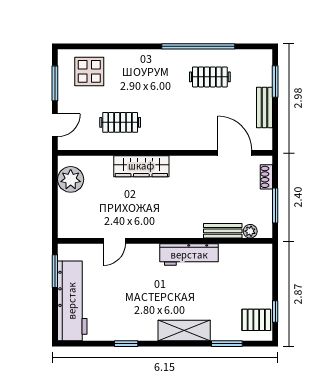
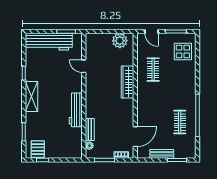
shelving: (184, 330) -> (31, 97), moved

